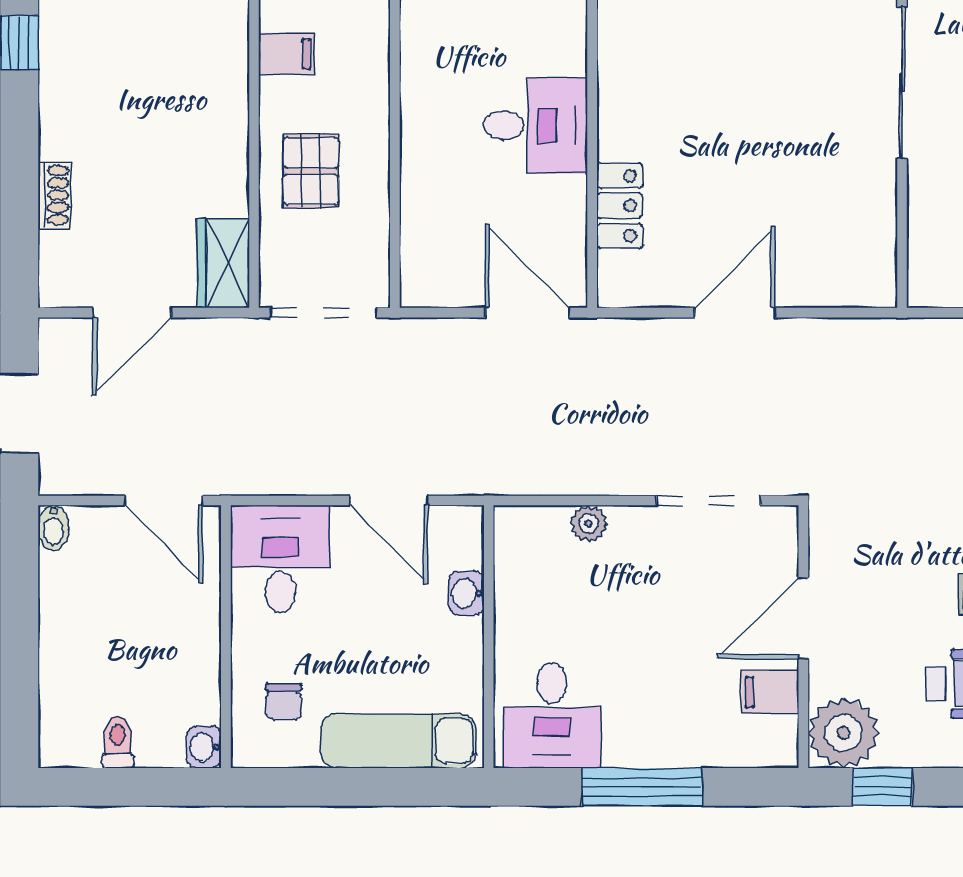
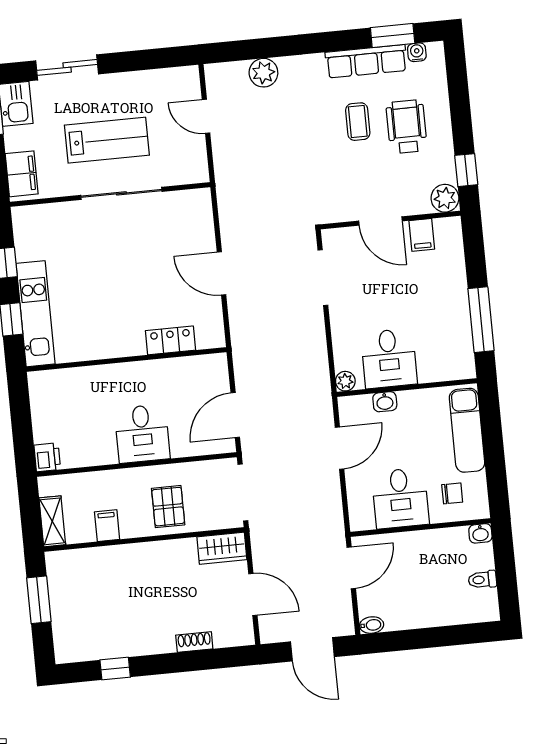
sliding door: (902, 83) -> (121, 193), moved
desk: (536, 126) -> (142, 434), moved, turned 180
pallet: (311, 171) -> (168, 507), turned 90
door: (527, 313) -> (235, 415), moved
plant: (589, 524) -> (345, 381), moved
desk: (280, 559) -> (400, 498), moved, turned -90
desk: (552, 715) -> (389, 358), moved, turned 90
plant: (843, 733) -> (445, 198), width x0.73, depth x0.73
window: (642, 787) -> (481, 320), moved

